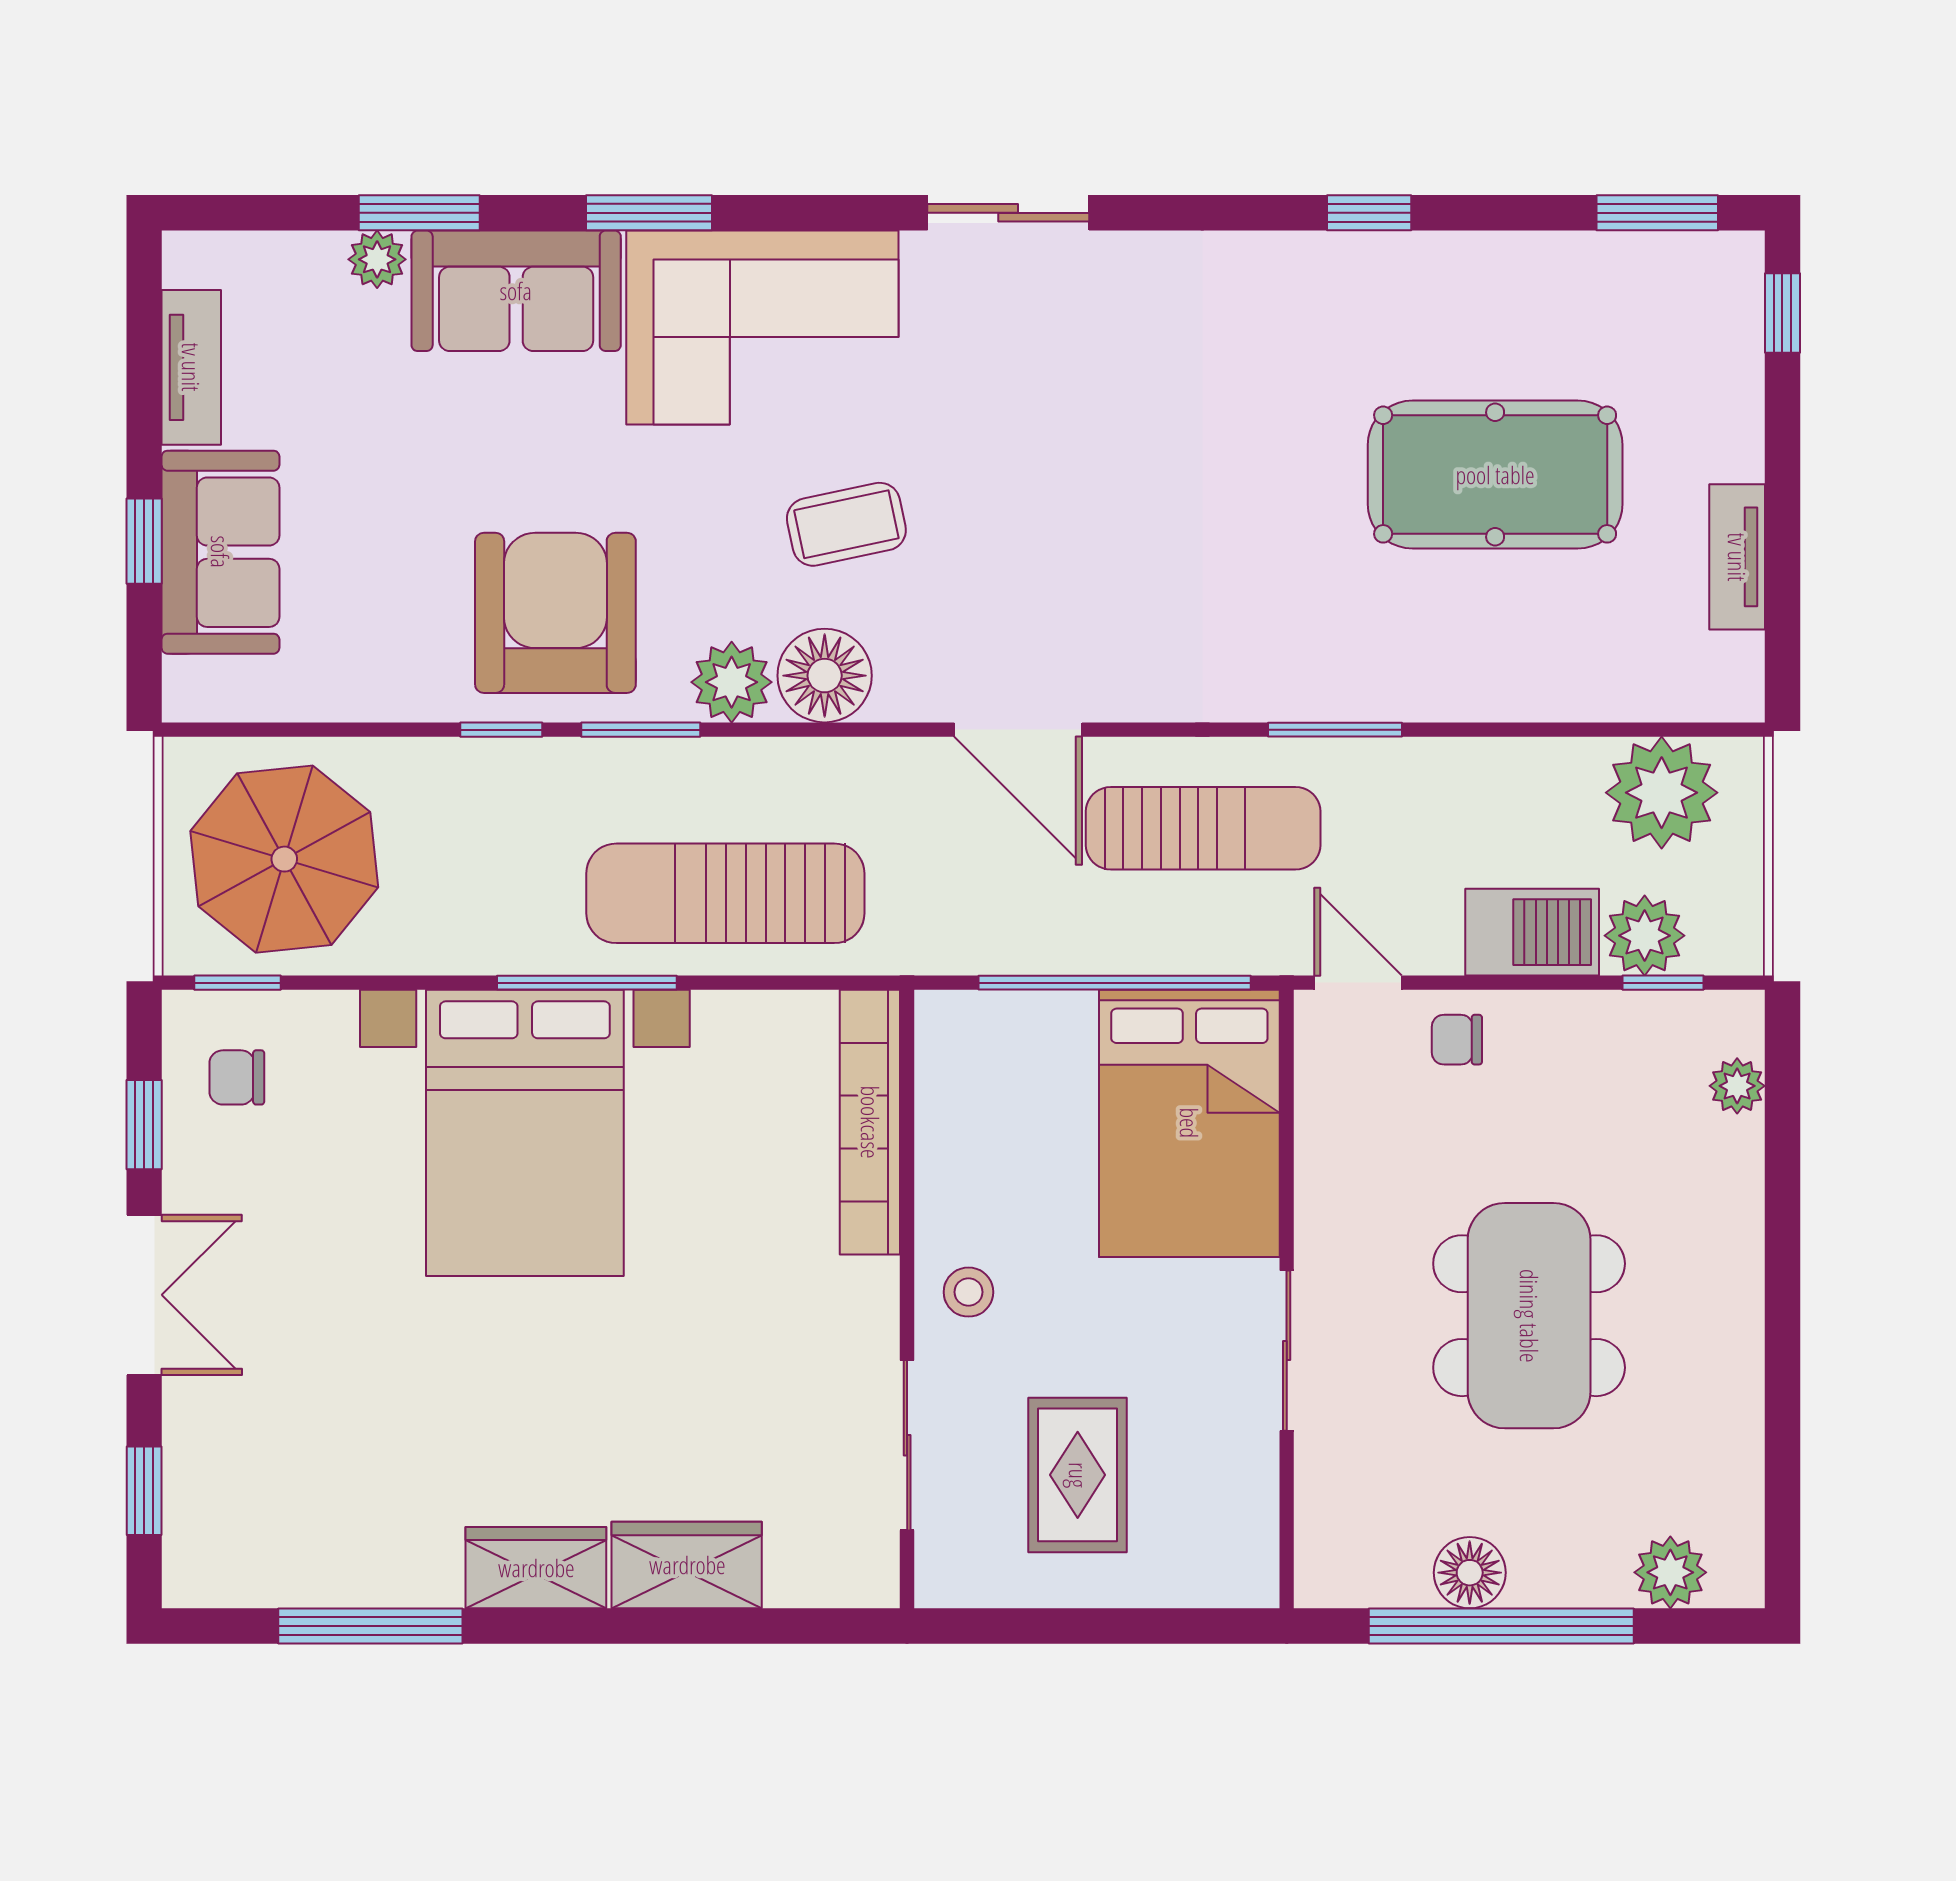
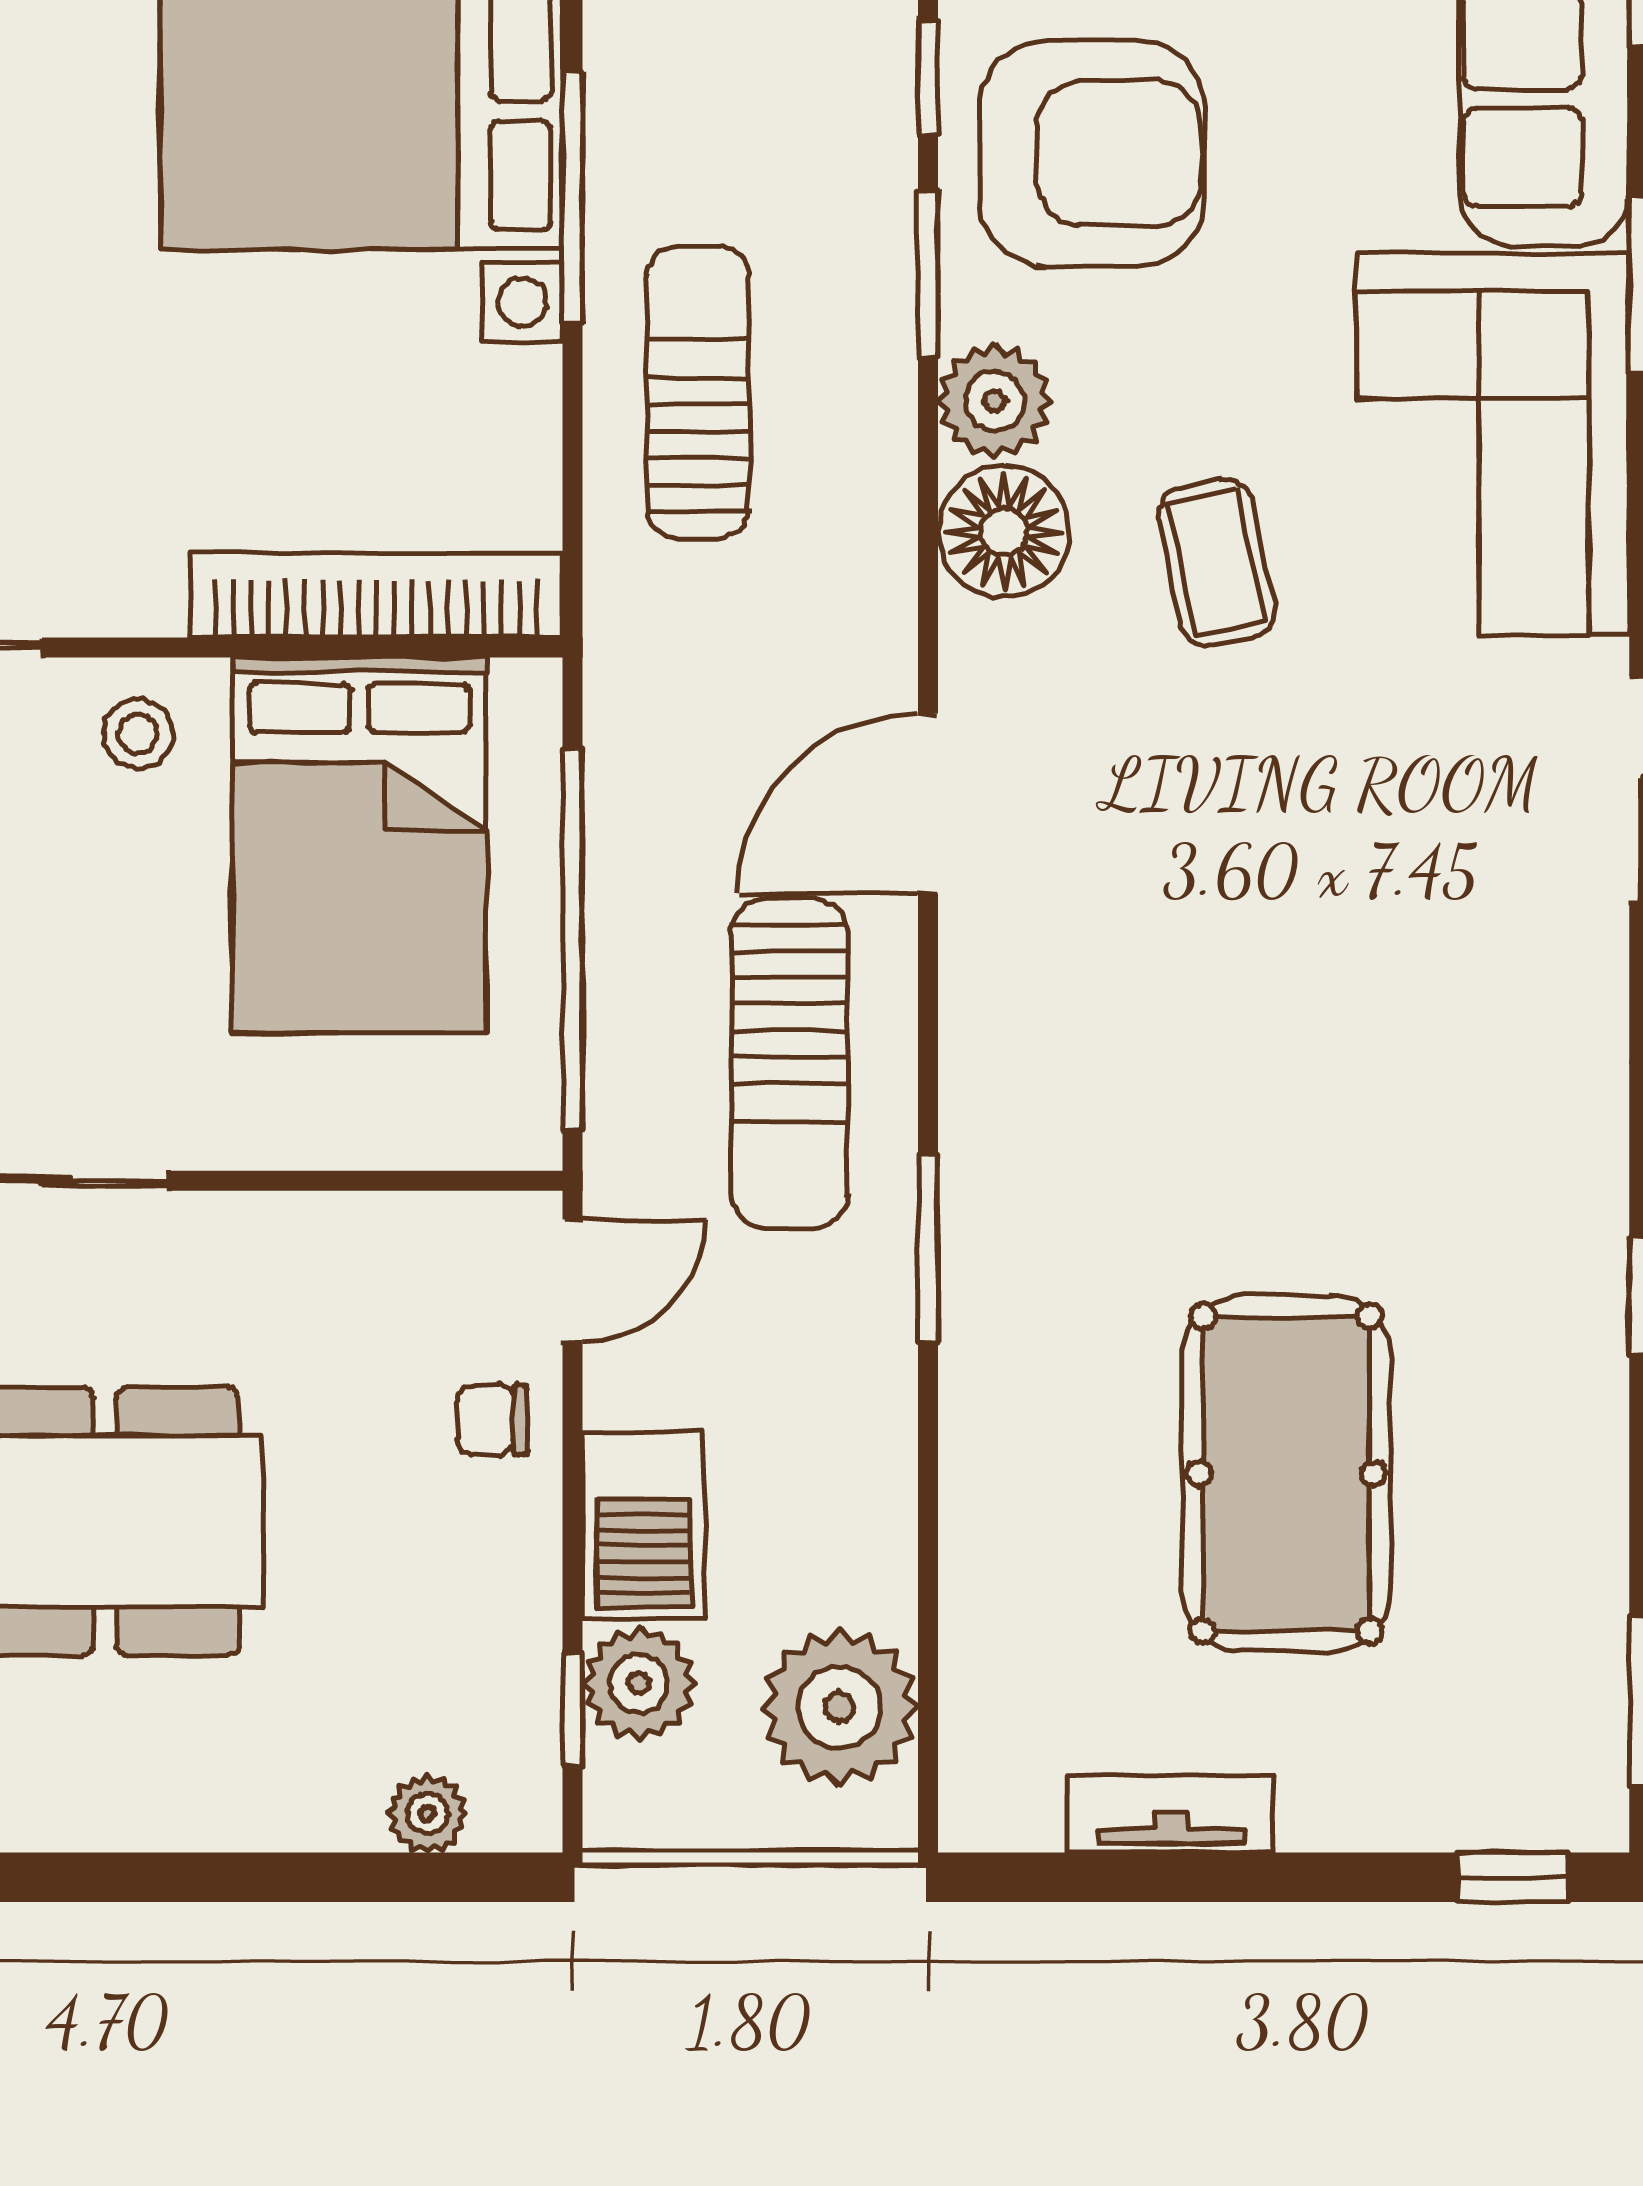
sun lounger: (725, 893) -> (698, 392), width x0.73, depth x0.75
chair: (1457, 1040) -> (492, 1420), turned -90
bed: (1189, 1123) -> (359, 845), moved, turned -90

